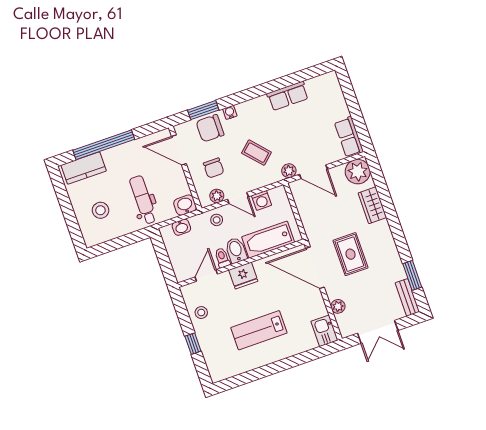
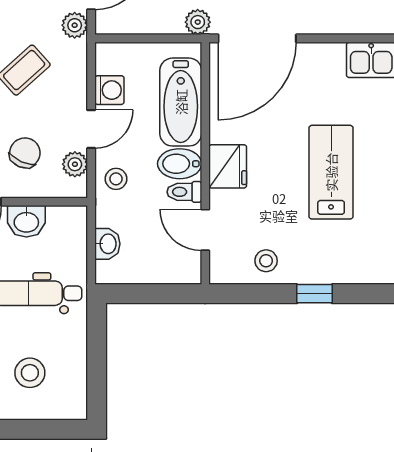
chair: (214, 168) -> (25, 153), turned -66
washbasin: (185, 205) -> (26, 221), moved, turned -90
plant: (338, 306) -> (198, 22), moved
lab bench: (259, 330) -> (331, 172), turned 180

